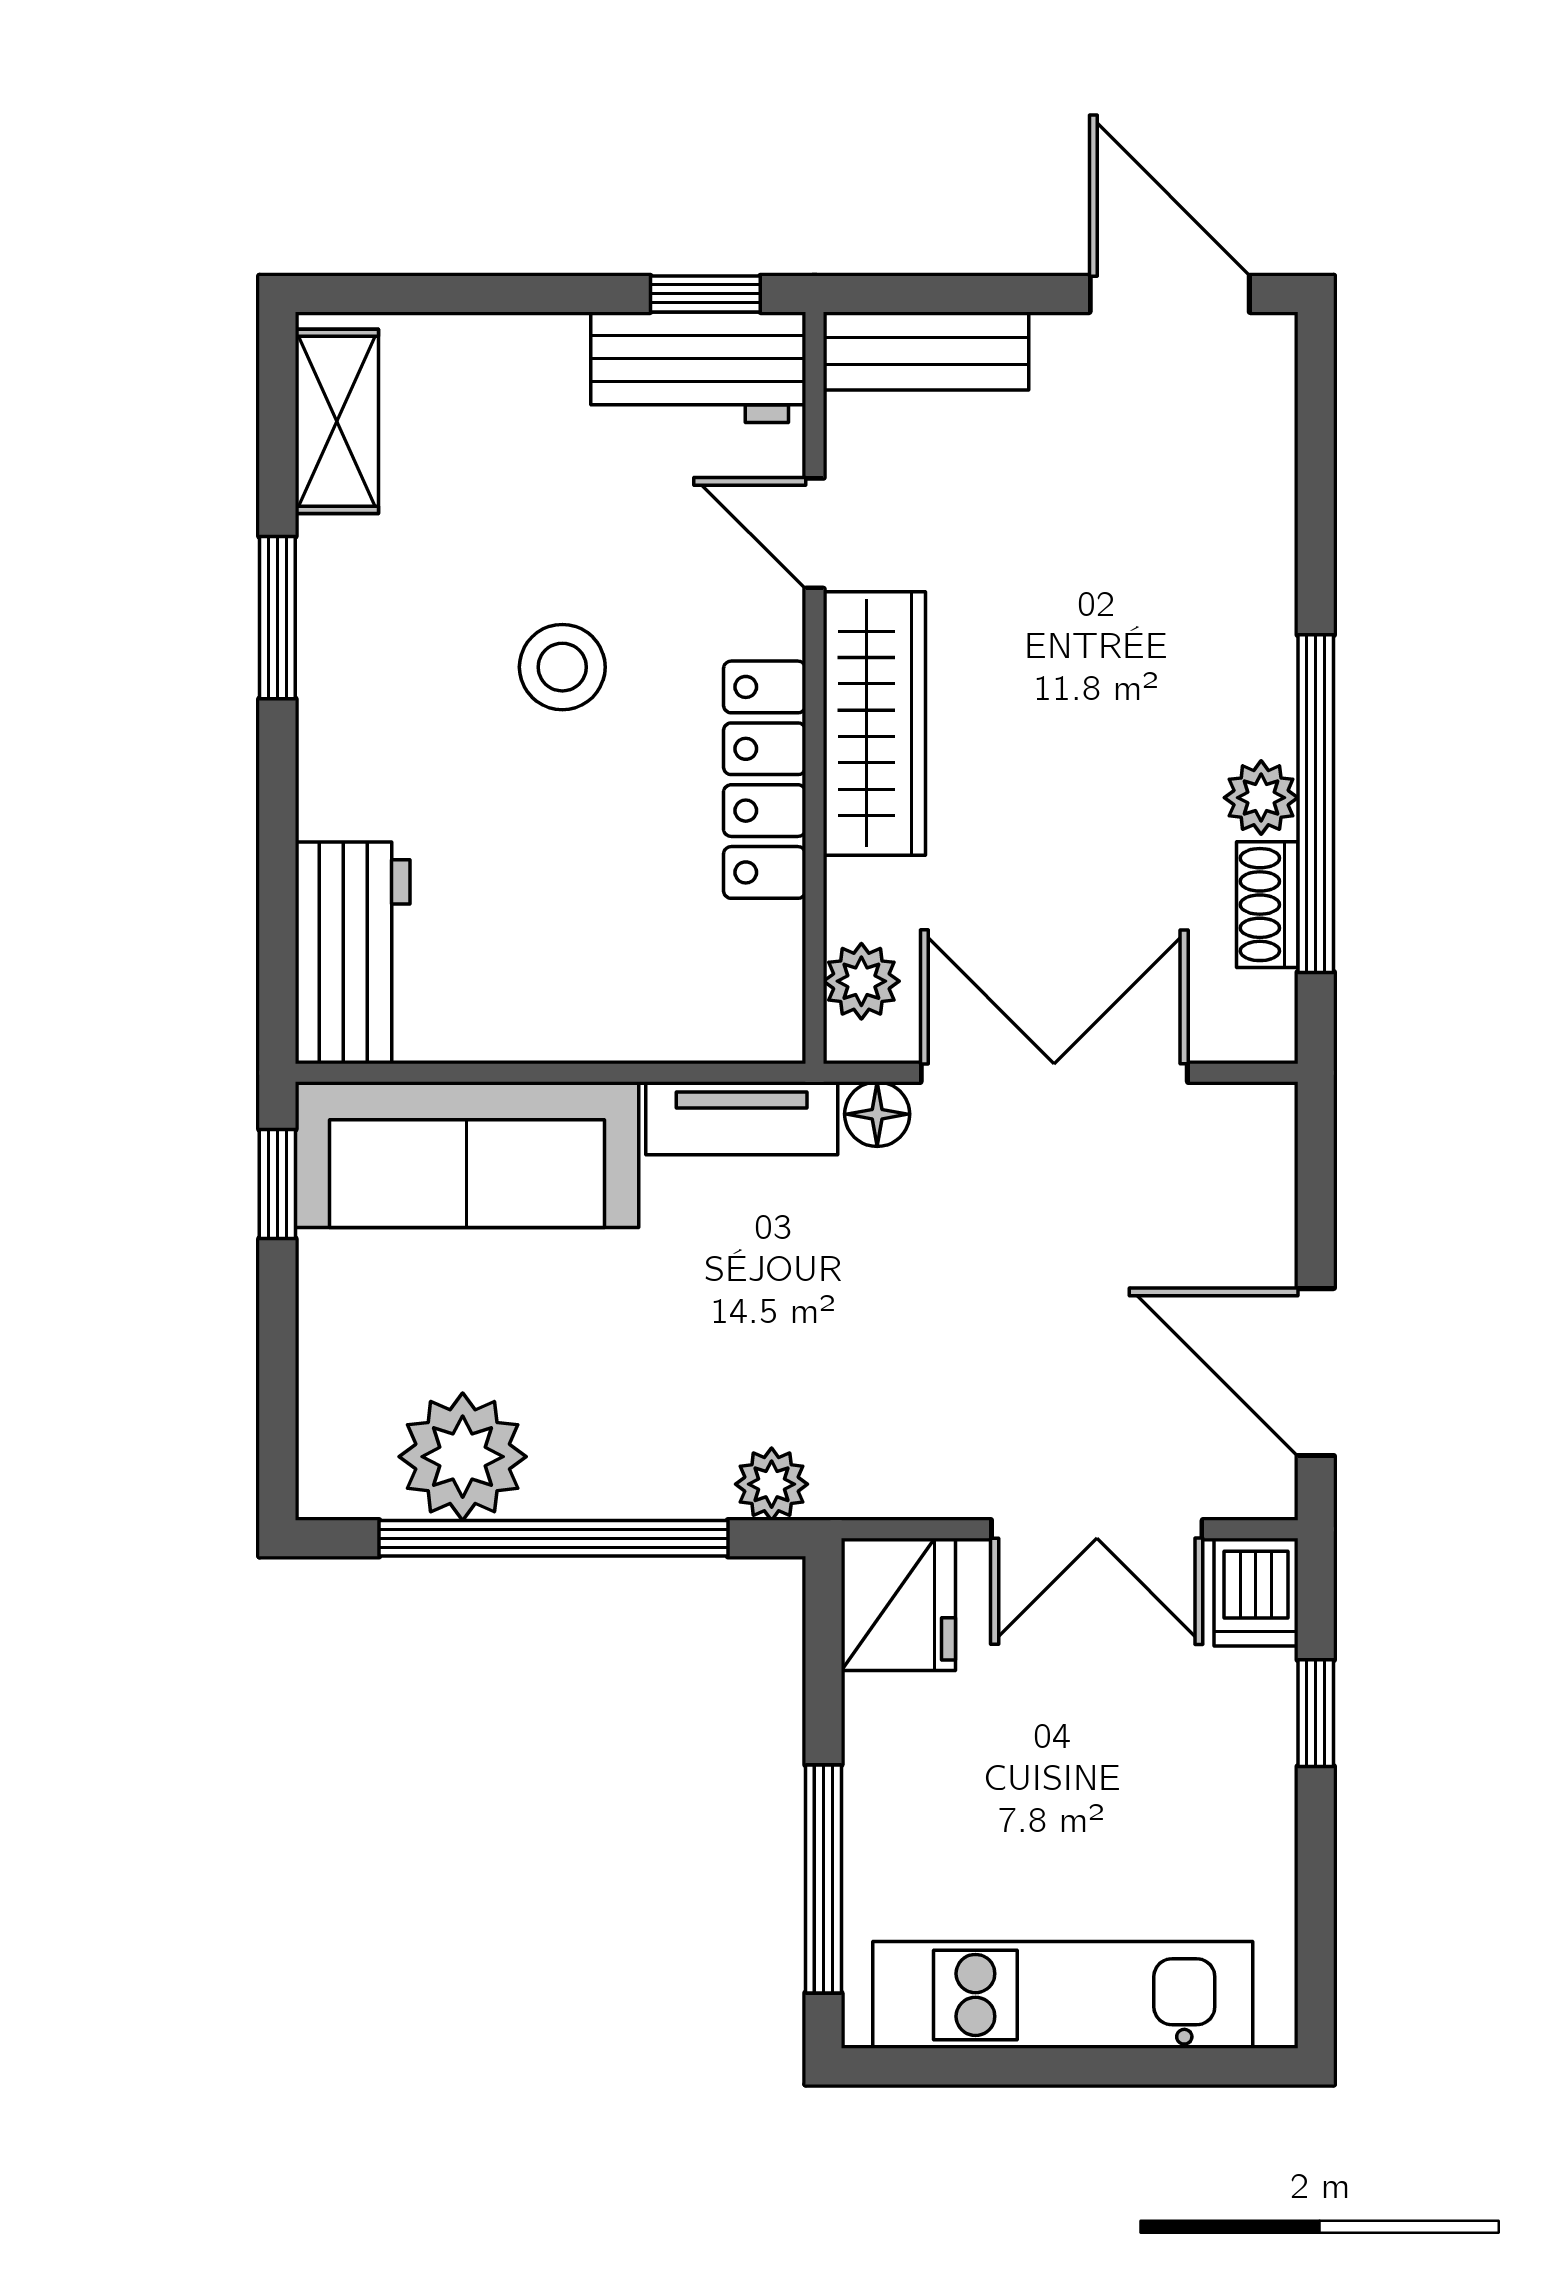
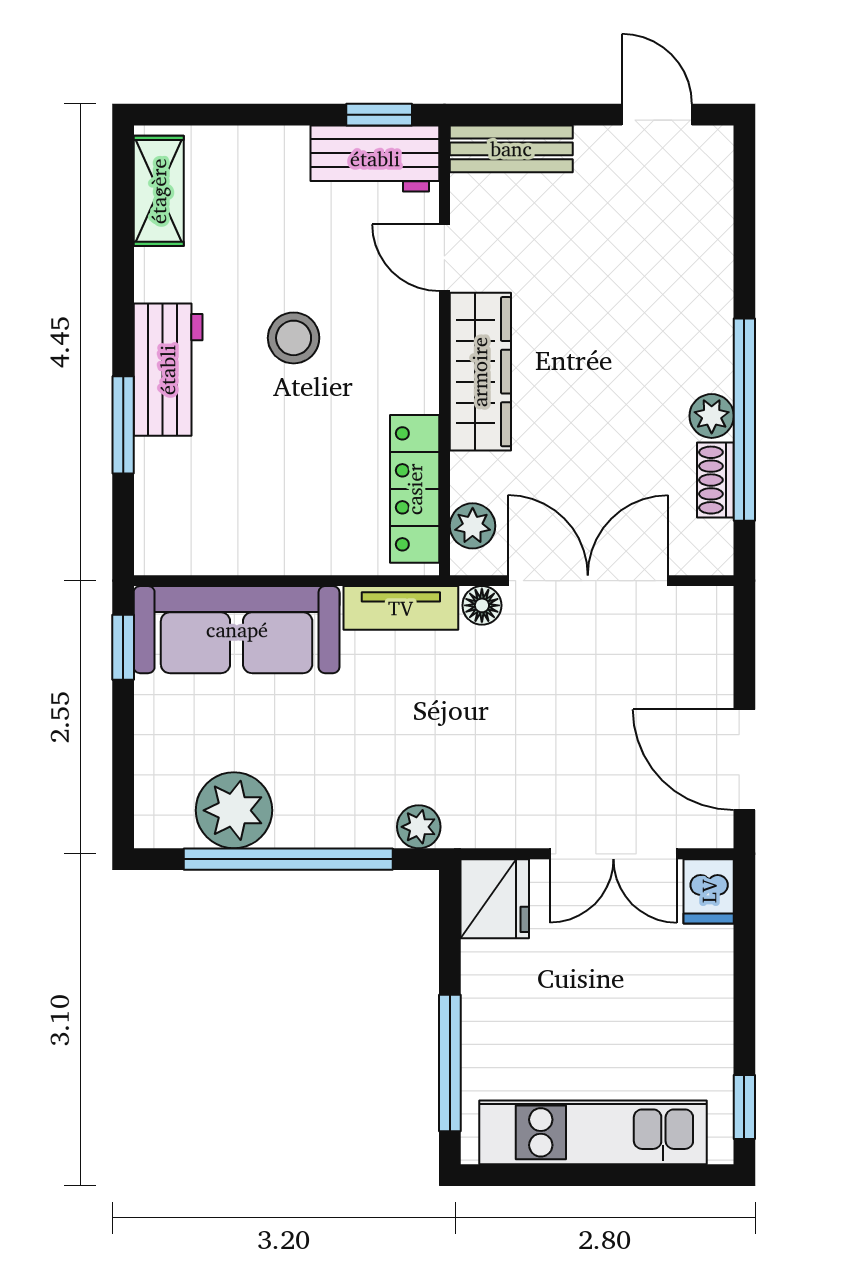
door: (1170, 294) -> (657, 115), width x0.73
window: (277, 618) -> (123, 425), moved
locker: (765, 780) -> (415, 489), moved
workbench: (353, 953) -> (168, 370), moved
window: (1316, 1713) -> (744, 1107), moved

